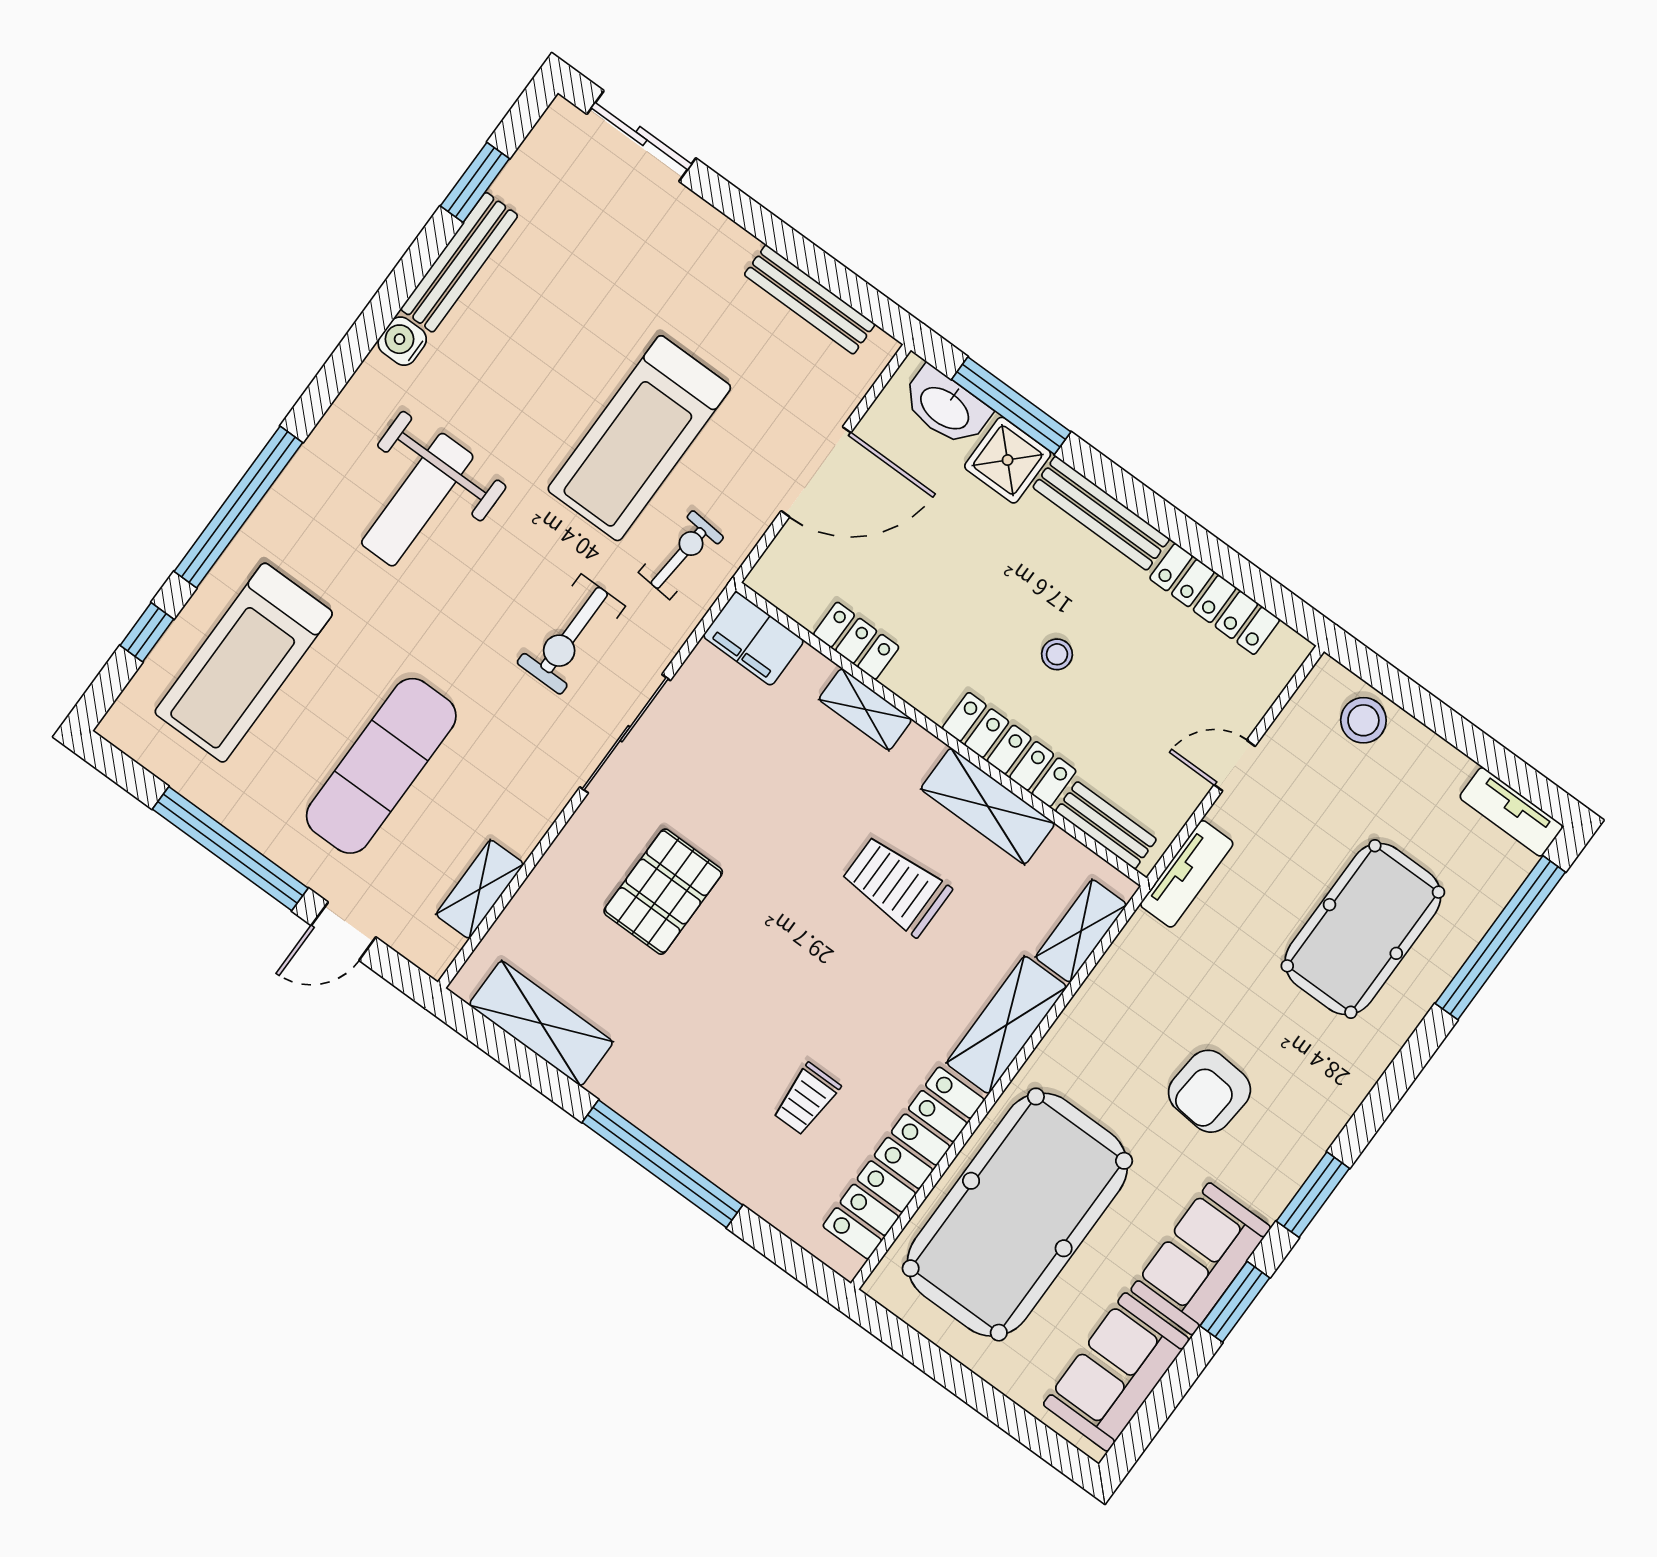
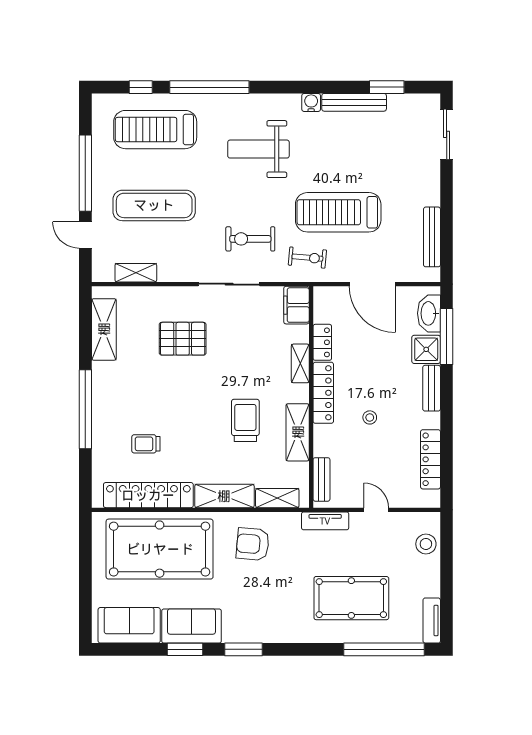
bench: (1101, 513) -> (432, 388), width x0.73
locker: (1009, 750) -> (323, 393), moved
armchair: (1209, 1091) -> (253, 544), moved

